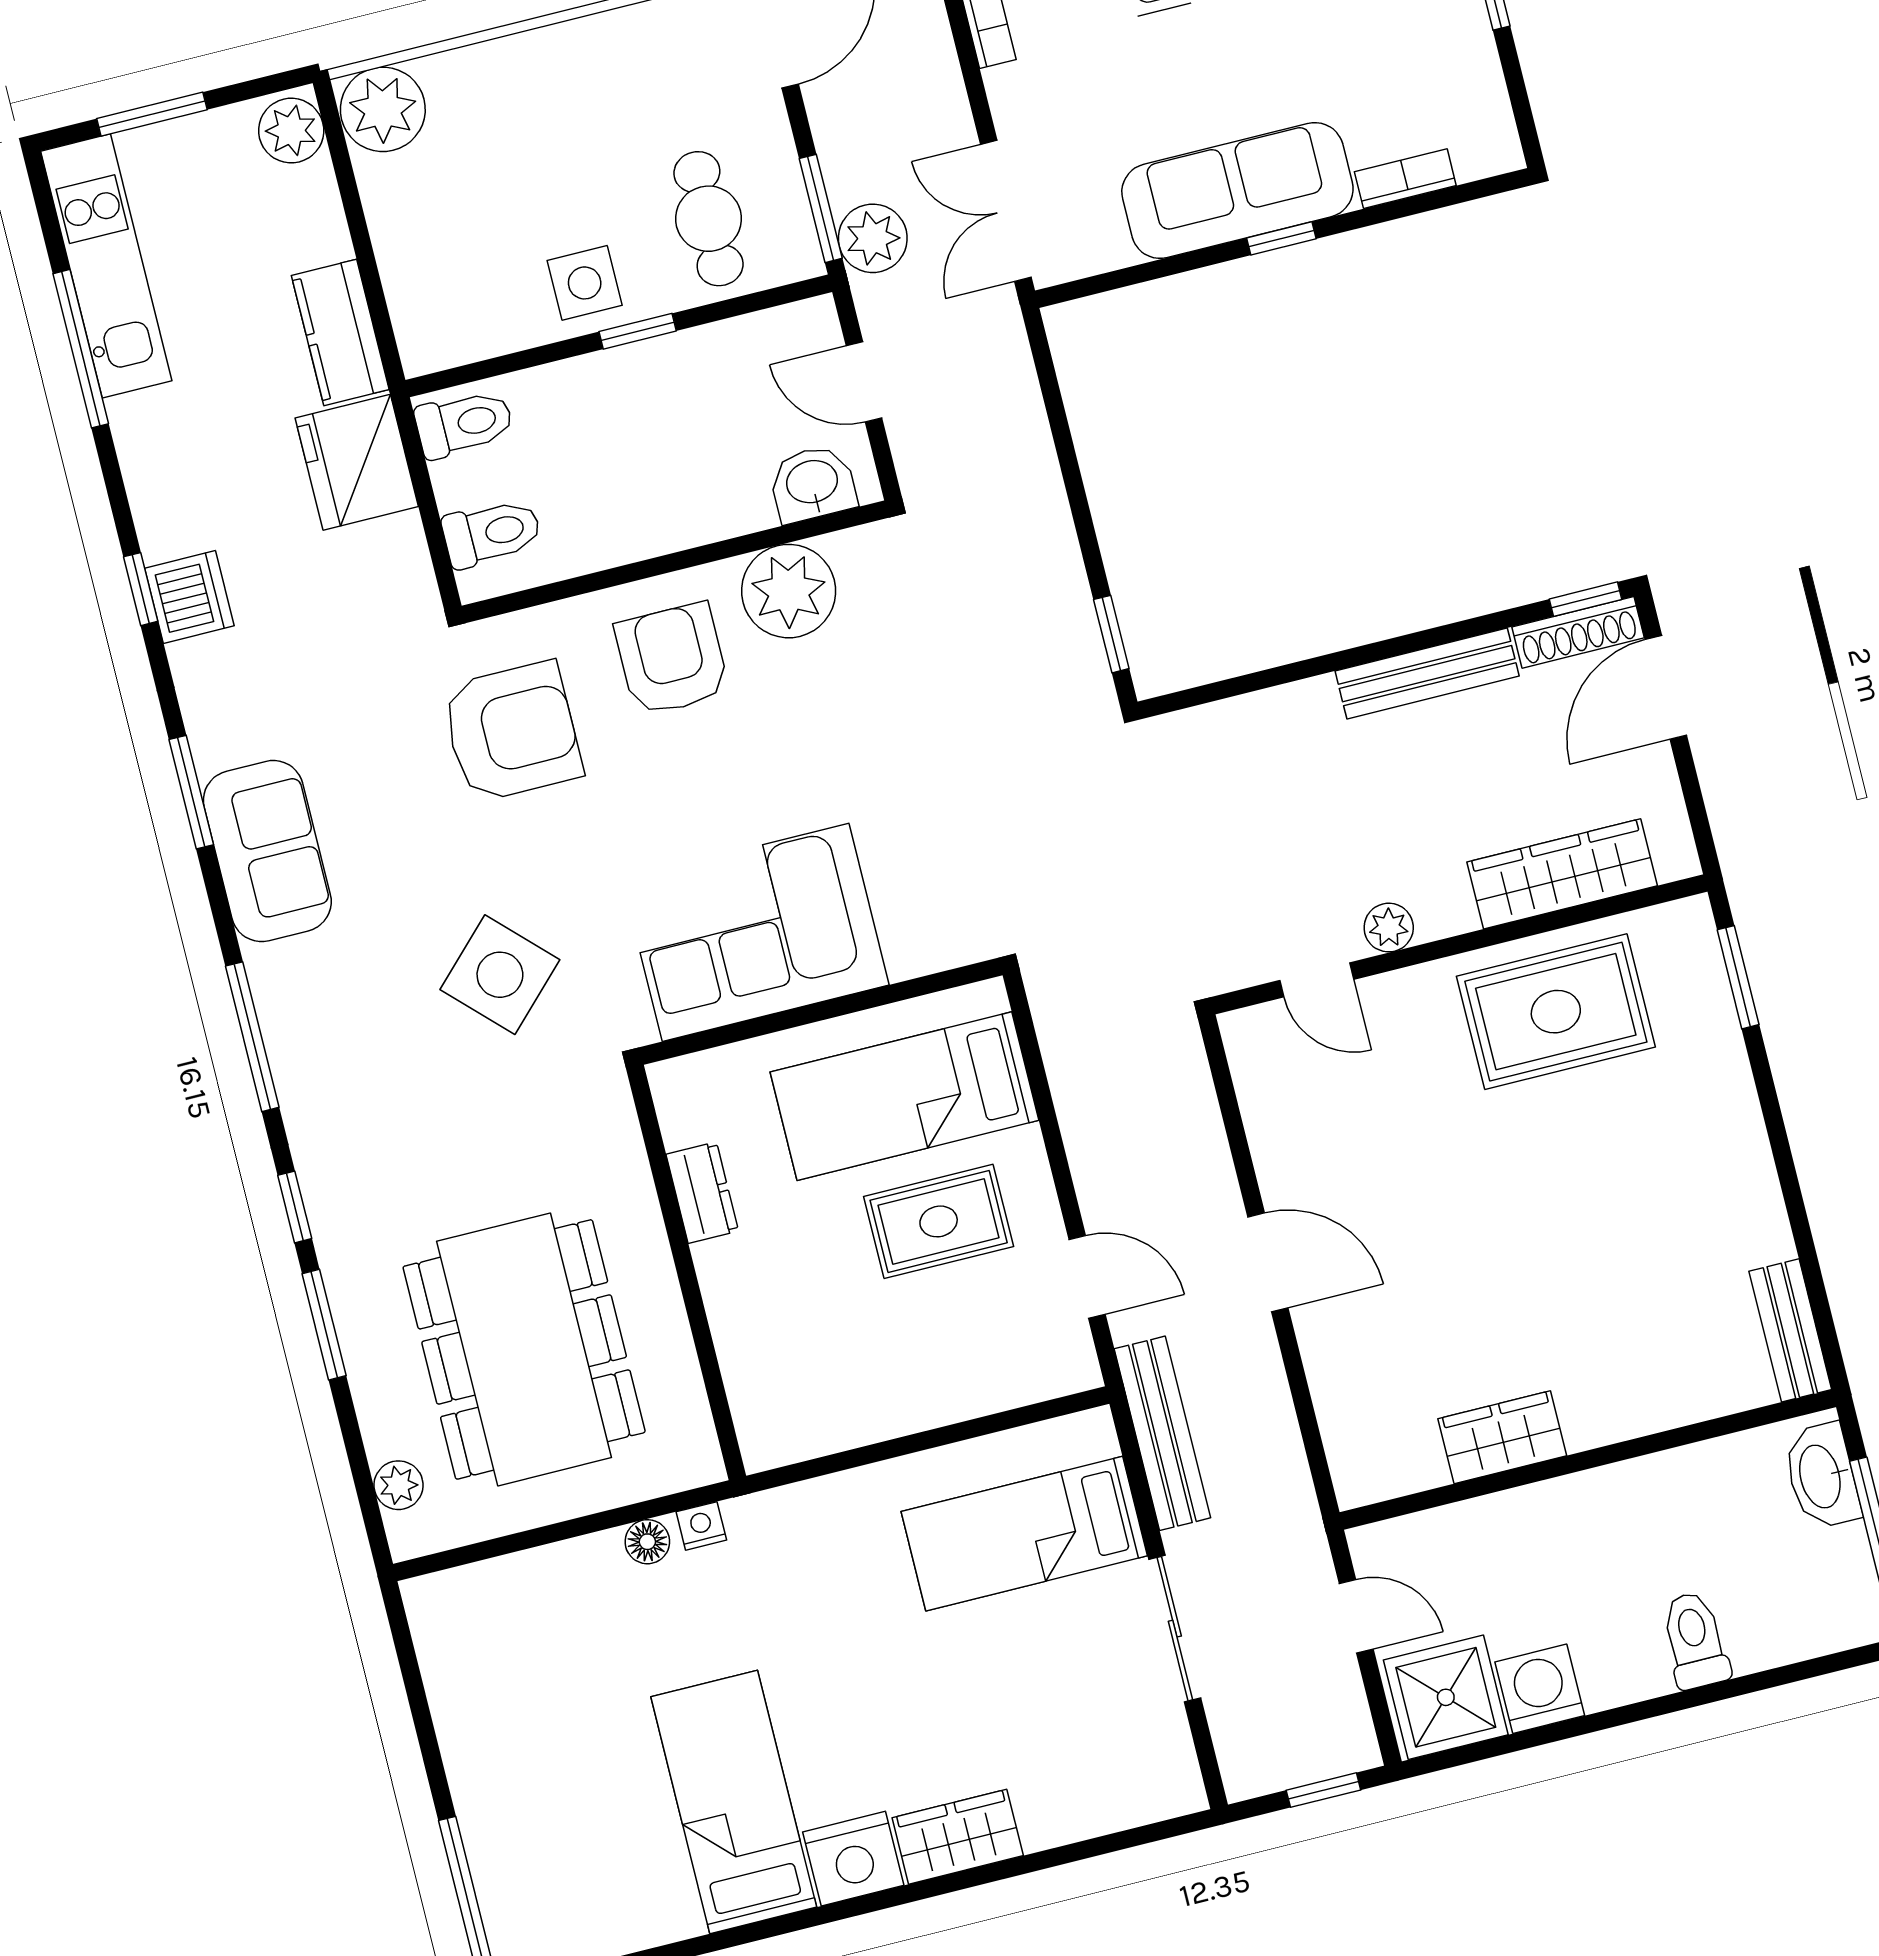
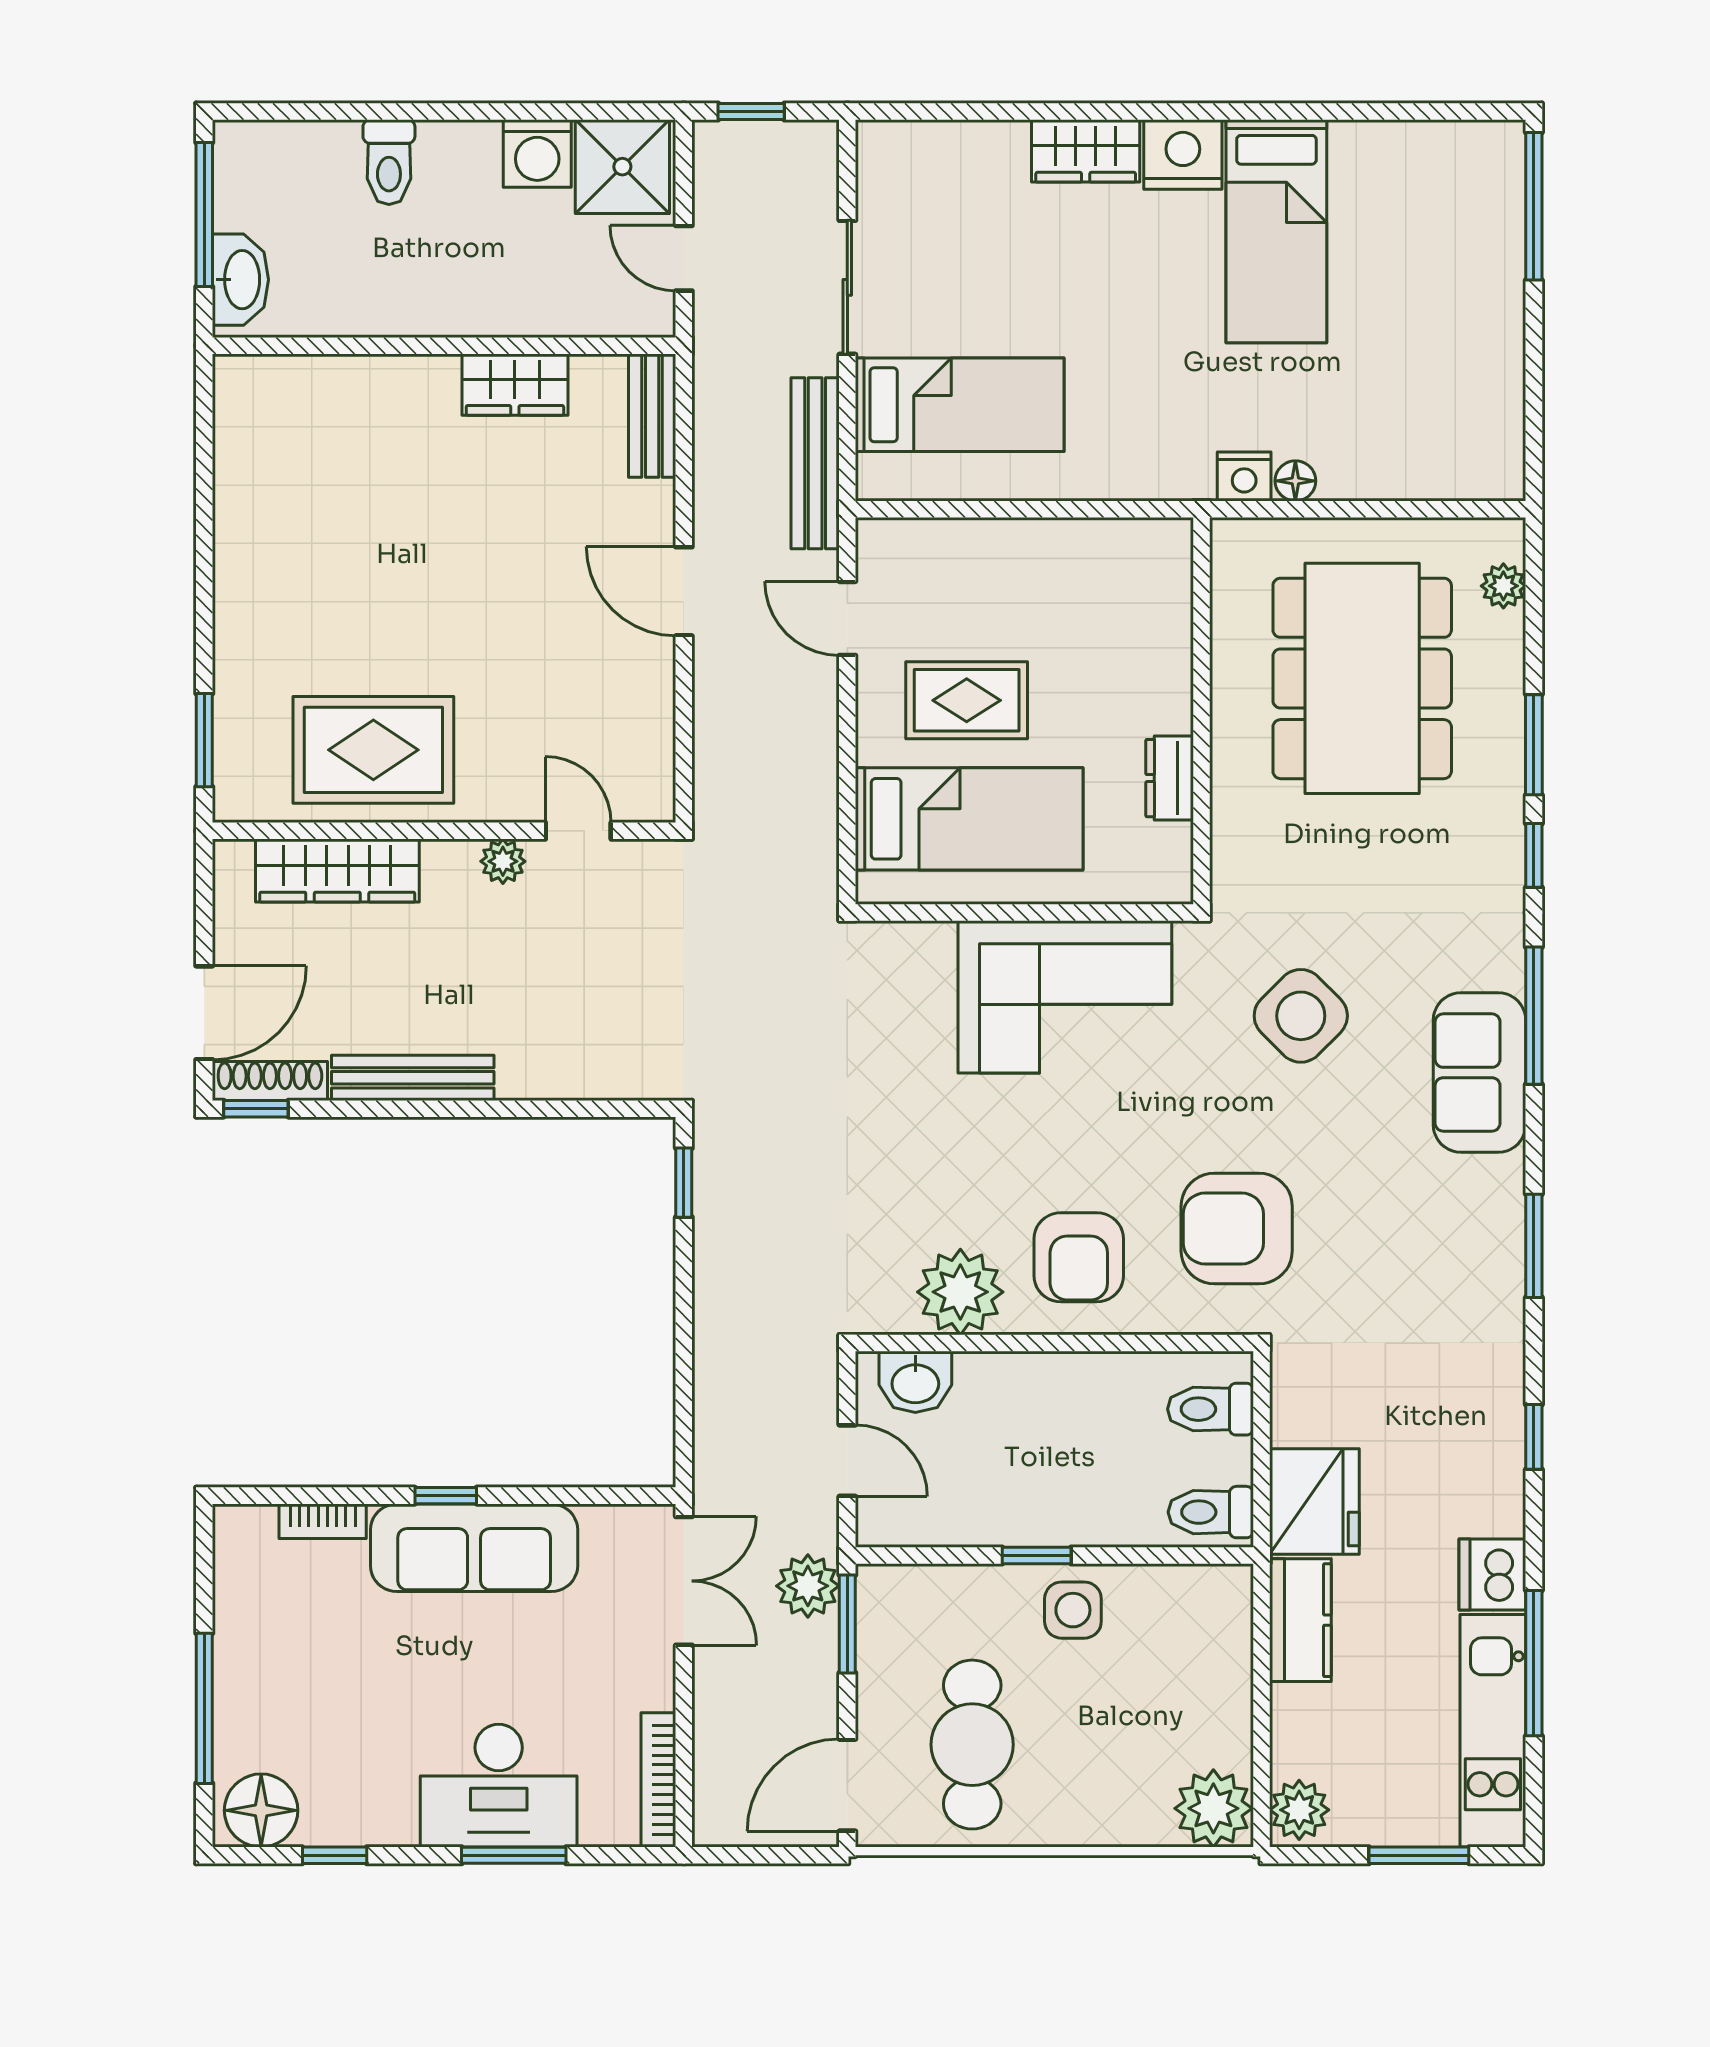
cafe table: (708, 219) -> (972, 1745), moved, width x1.37, depth x1.35
dishwasher: (189, 597) -> (1492, 1575), moved
sofa: (267, 851) -> (1480, 1073), moved
bench: (1790, 1330) -> (652, 416), moved
nightstand: (701, 1526) -> (1244, 477), width x1.39, depth x1.35

